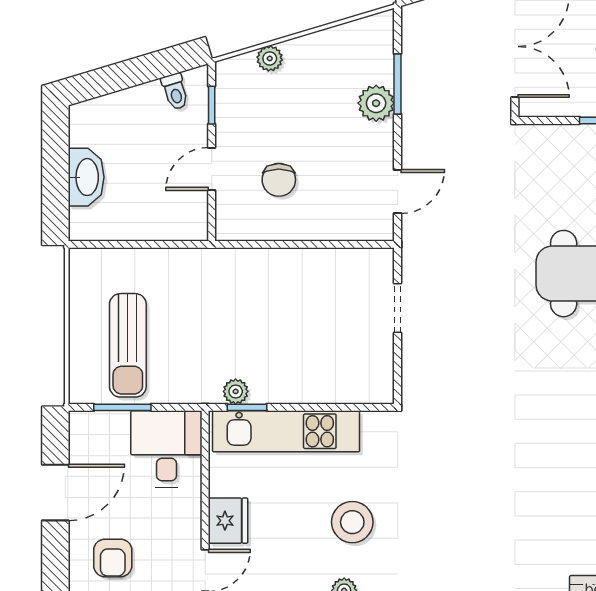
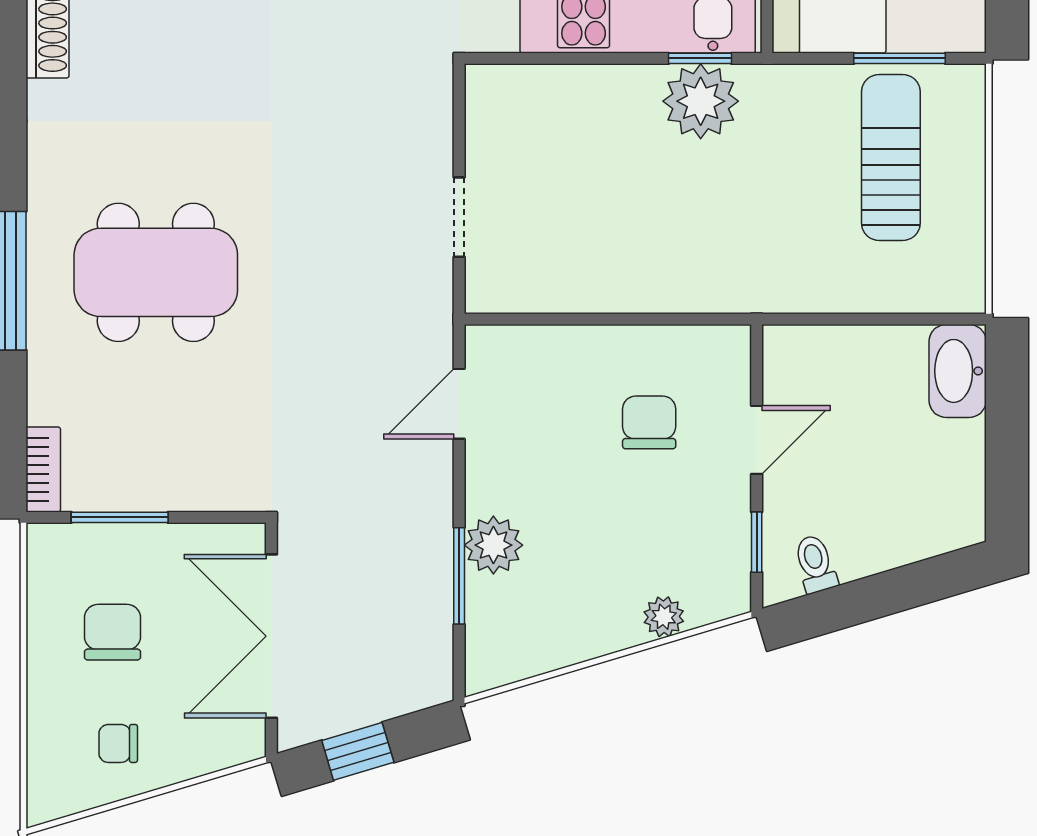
washbasin: (86, 177) -> (958, 371), moved
plant: (236, 391) -> (701, 101), width x1.88, depth x1.88

